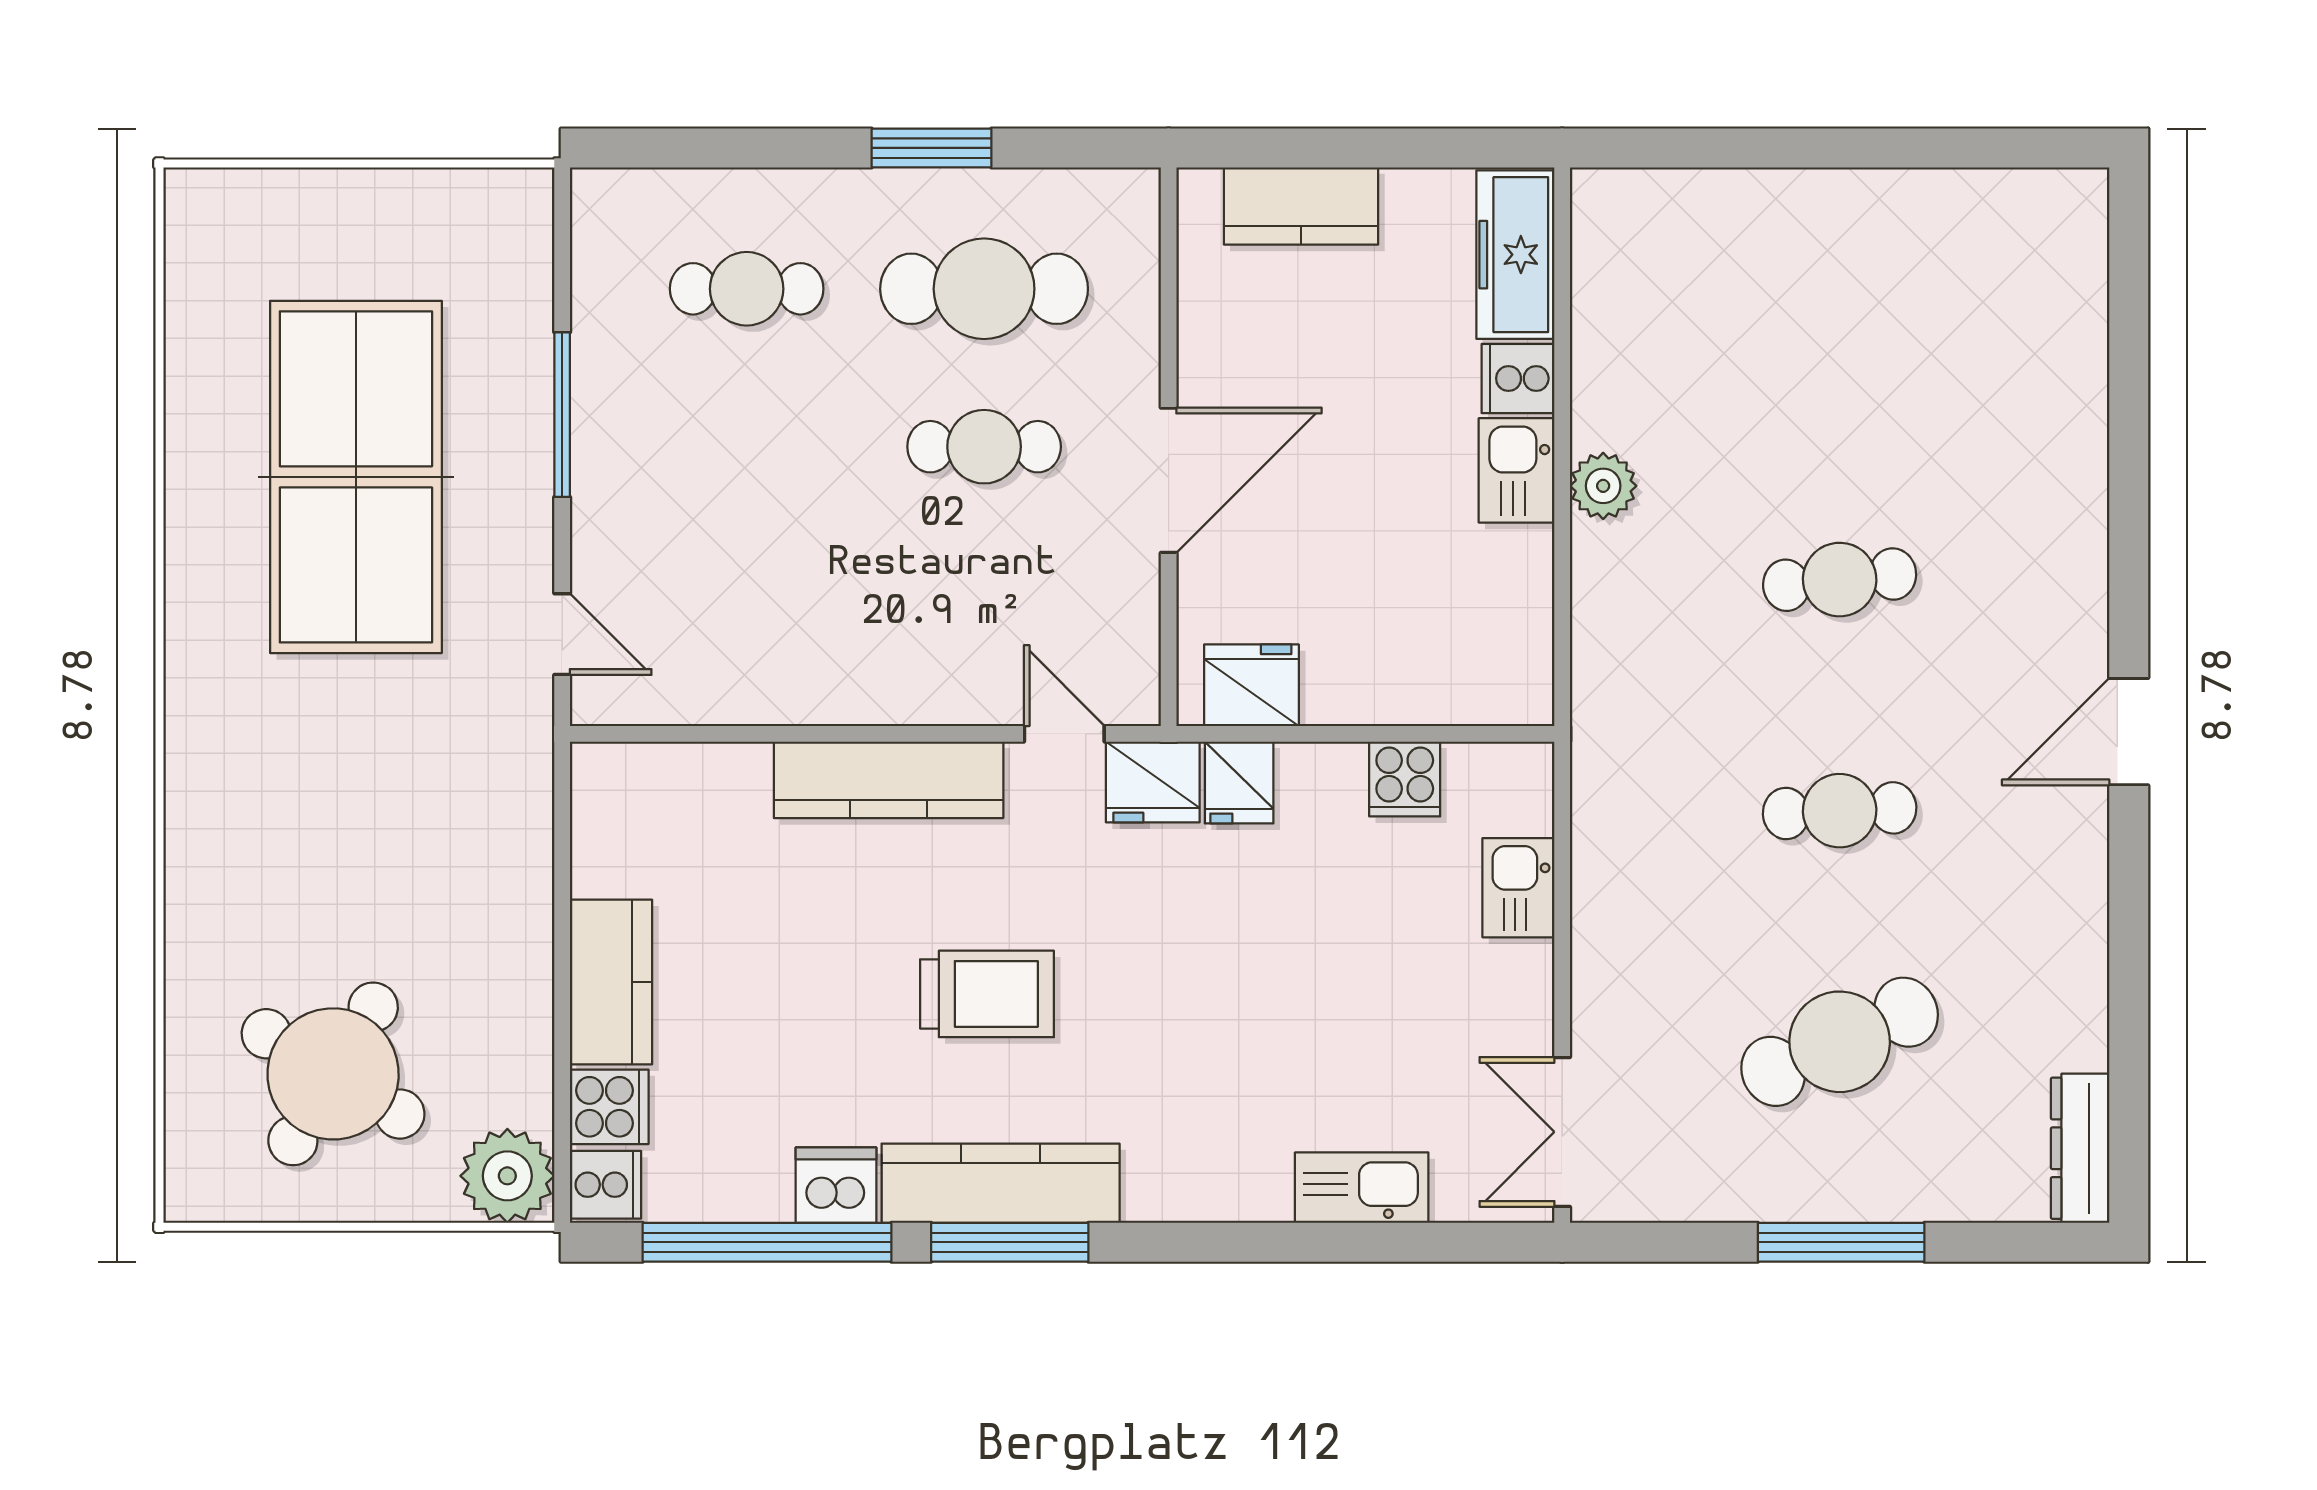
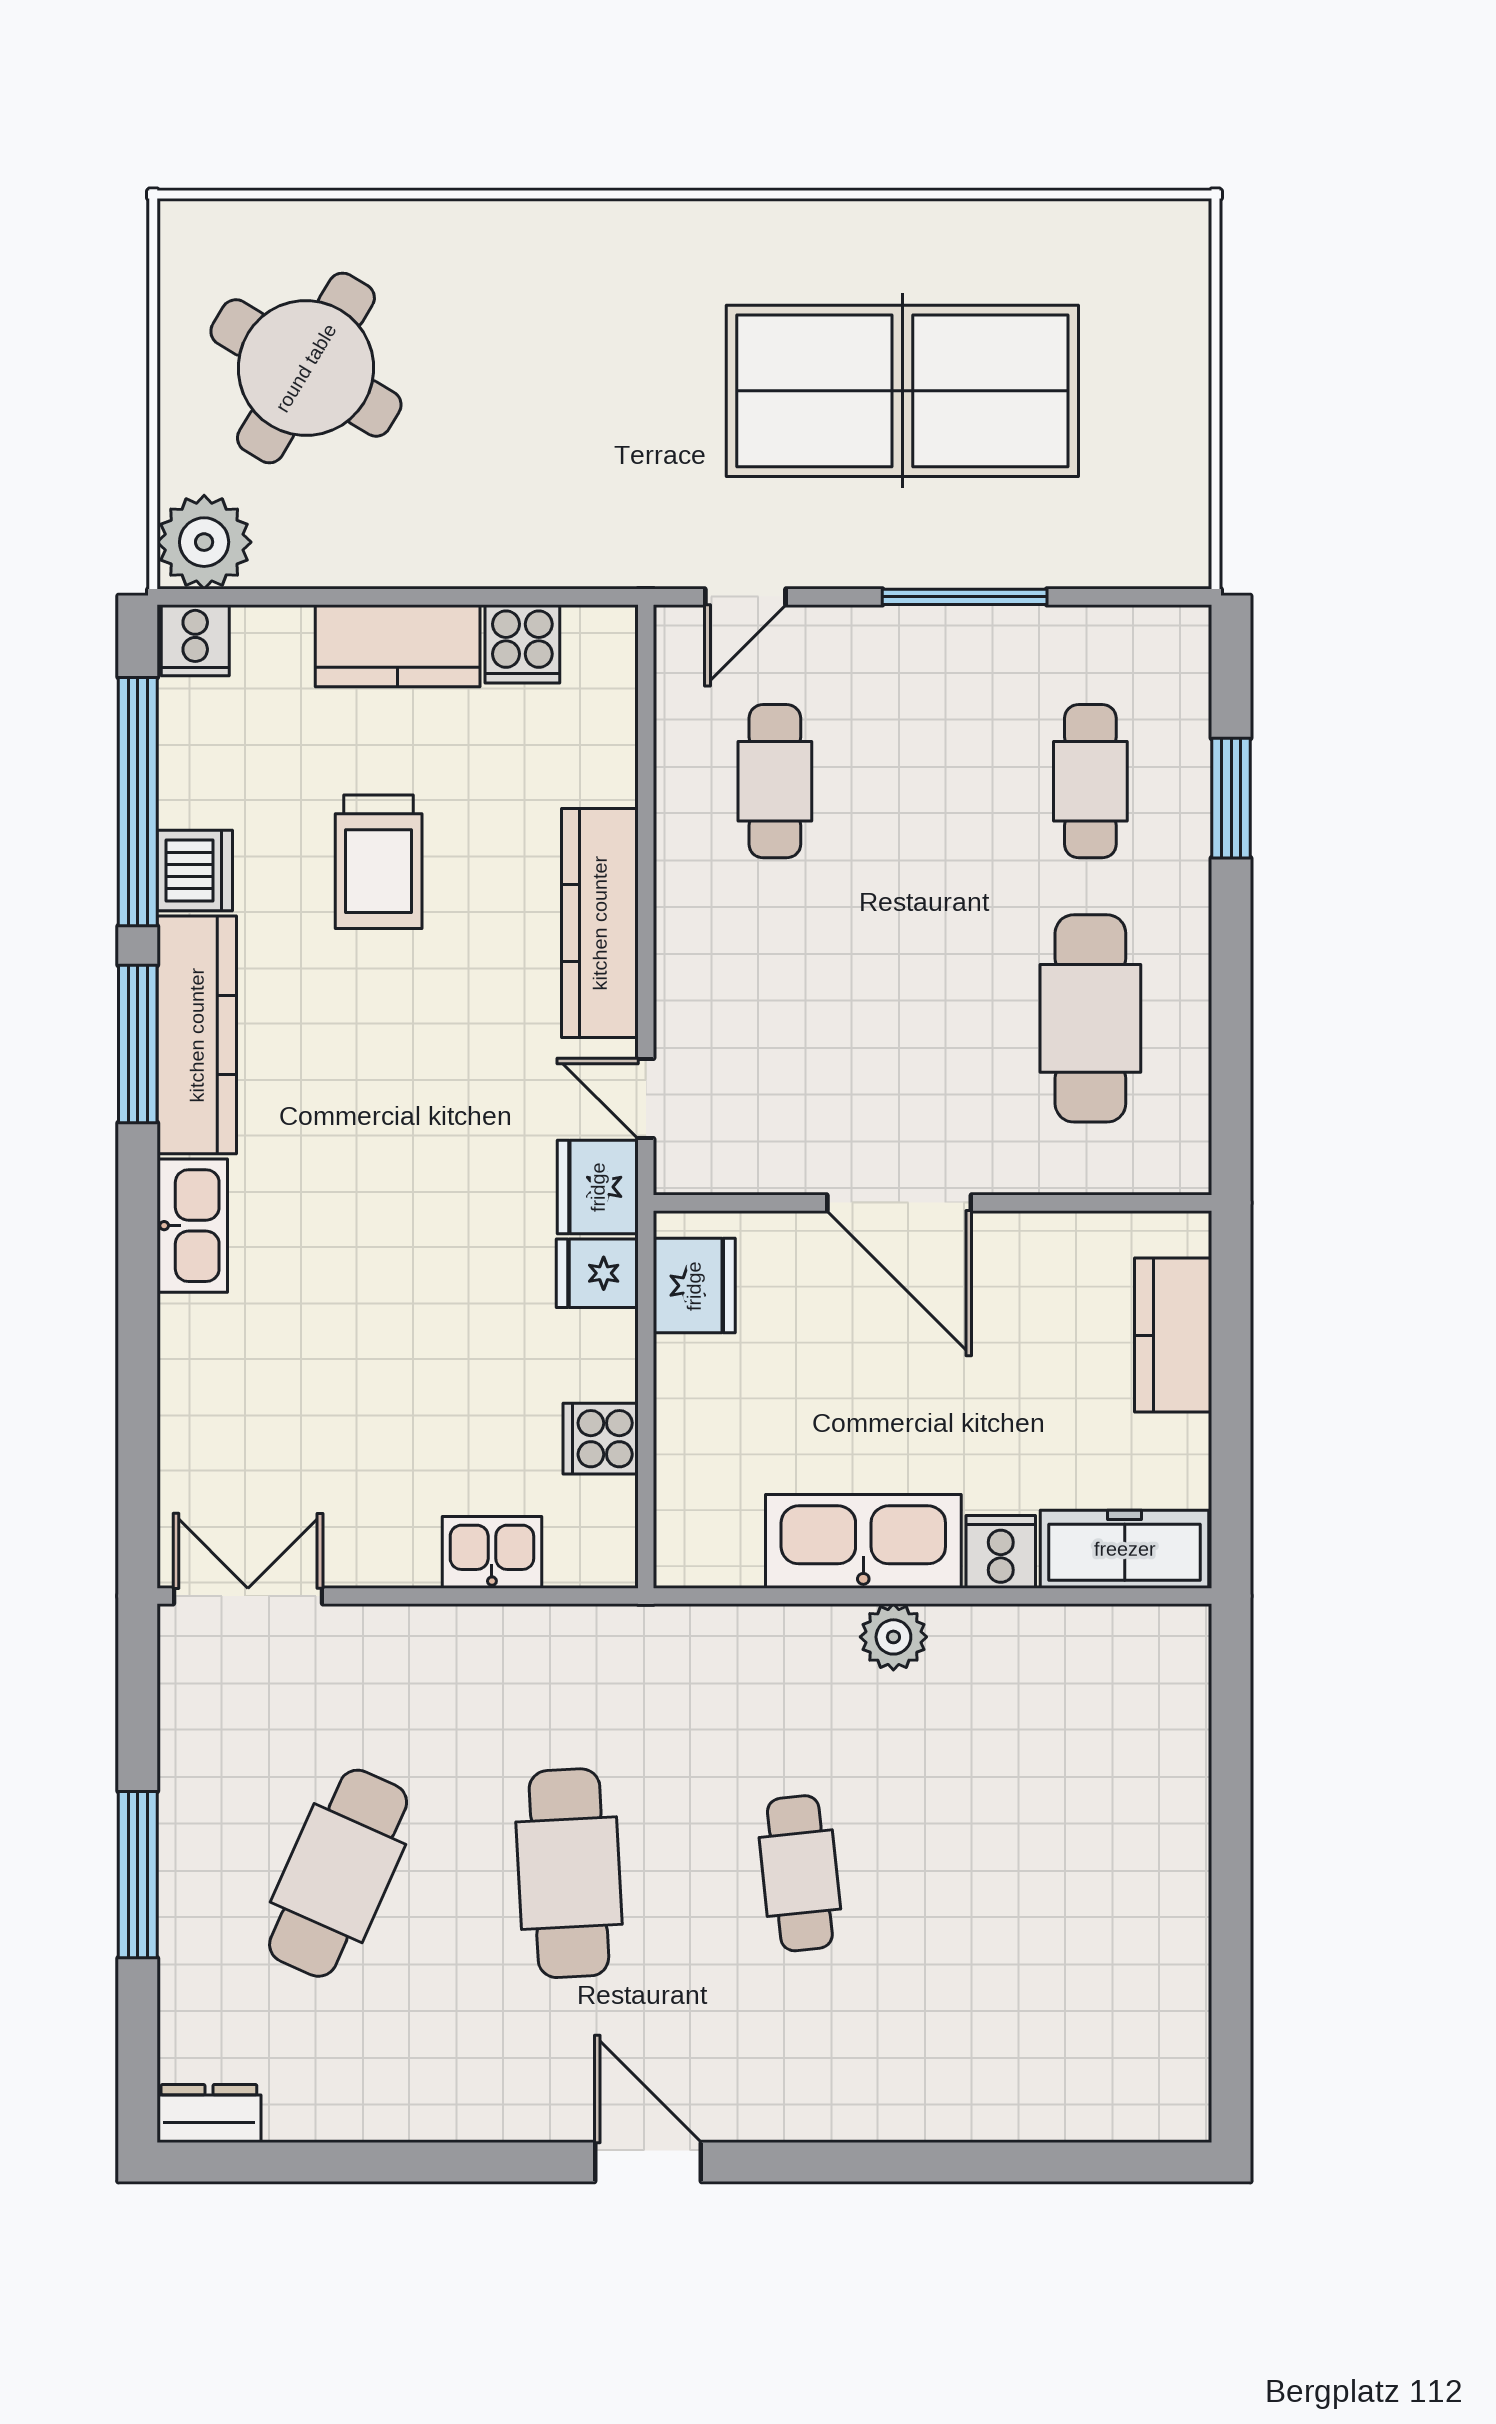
window: (931, 148) -> (1231, 798), moved
cafe table: (984, 447) -> (775, 781), moved
kitchen sink: (1517, 470) -> (863, 1541), width x1.88, depth x1.24
door: (1064, 734) -> (646, 1099), swing flipped
cafe table: (1840, 811) -> (569, 1873), width x1.37, depth x1.35
trolley: (987, 994) -> (379, 862), moved
cafe table: (1840, 1042) -> (338, 1873), turned 48
cooker: (609, 1107) -> (522, 644), moved
dresser: (2080, 1148) -> (209, 2114), width x0.70
kitchen sink: (1362, 1188) -> (192, 1226), moved

